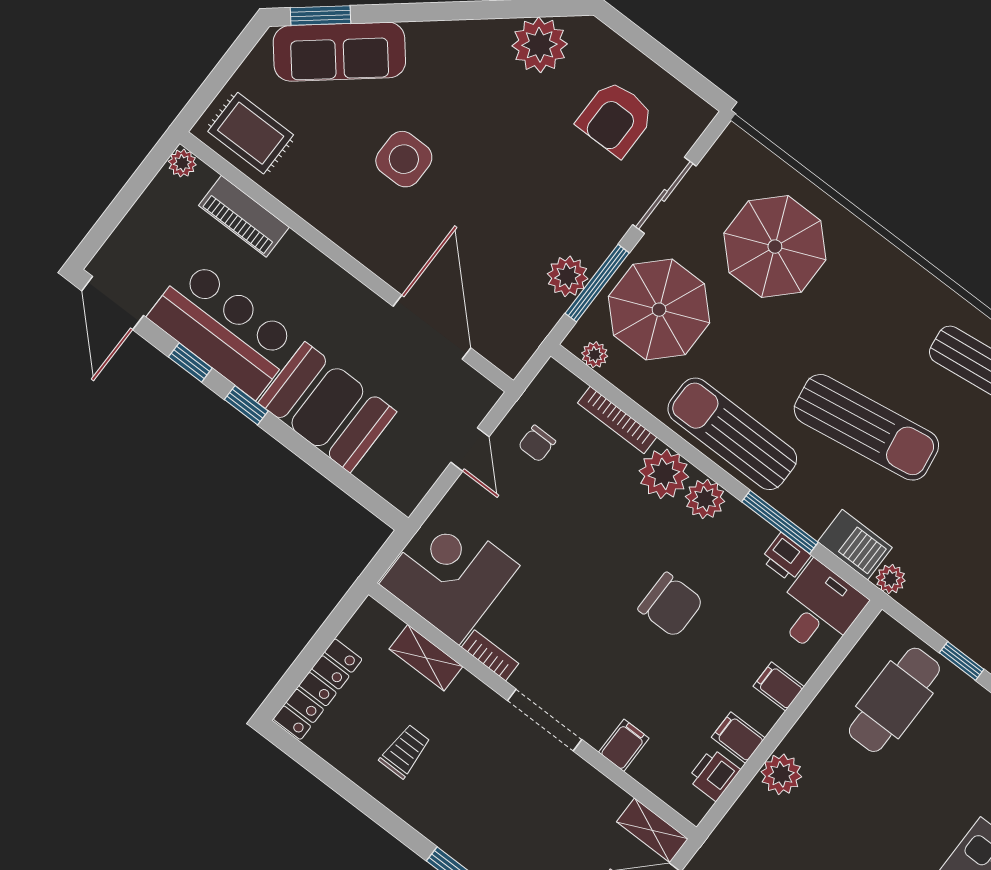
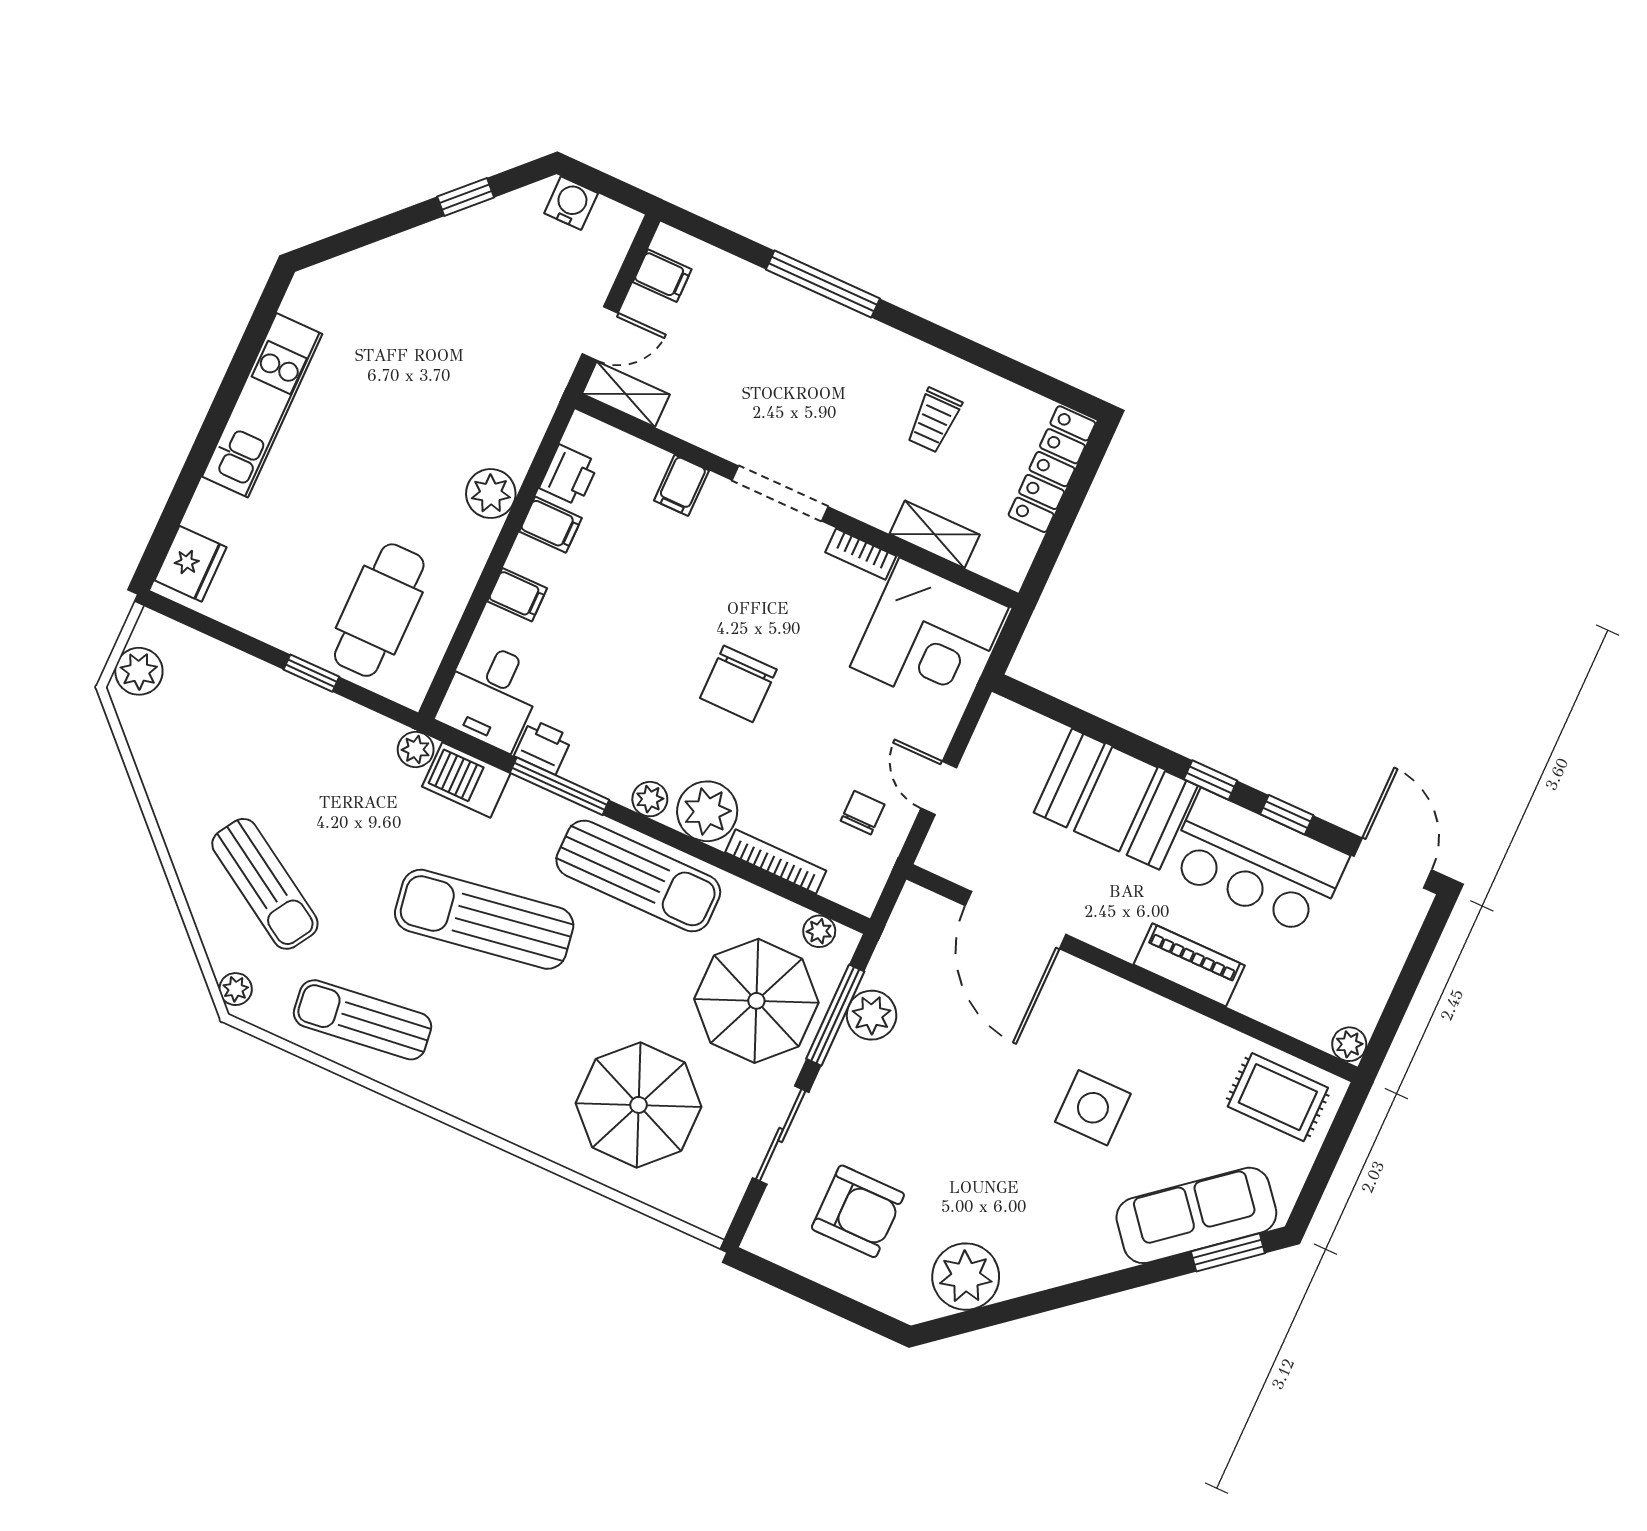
armchair: (615, 118) -> (858, 1211), turned 90
piano: (244, 216) -> (1189, 965), moved
plant: (705, 499) -> (650, 799), width x0.73, depth x0.73
chair: (671, 605) -> (738, 684), moved, turned -90

